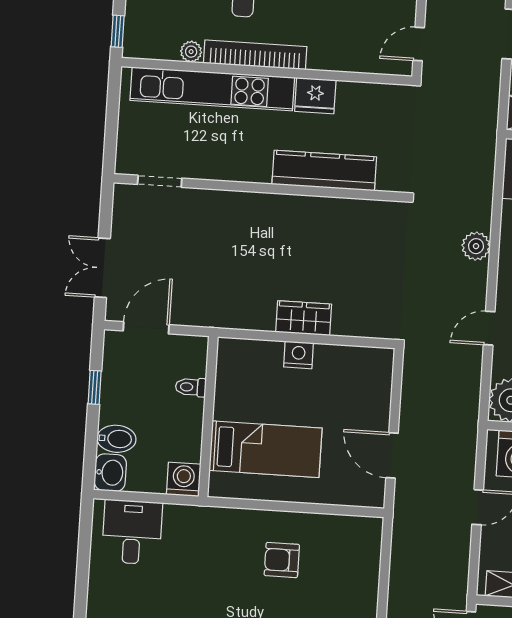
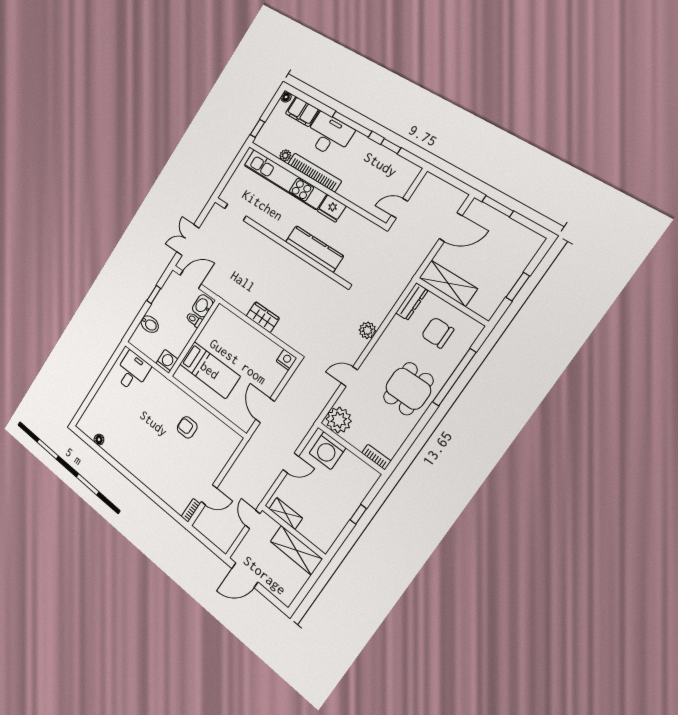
nightstand: (298, 355) -> (286, 360), moved
washbasin: (110, 473) -> (203, 306), moved, turned 180

